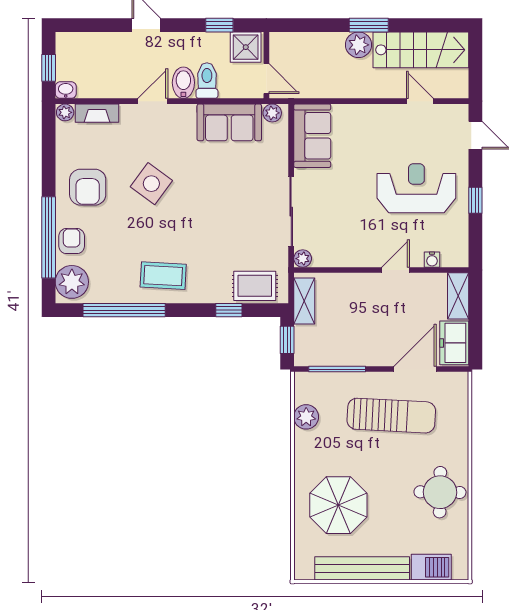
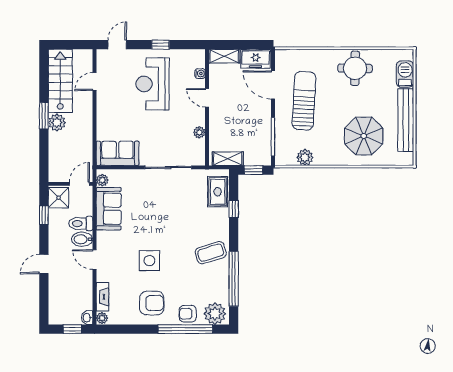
side table: (151, 184) -> (149, 261), turned -36
plant: (303, 259) -> (199, 132), moved
coffee table: (163, 276) -> (211, 253), turned 70

